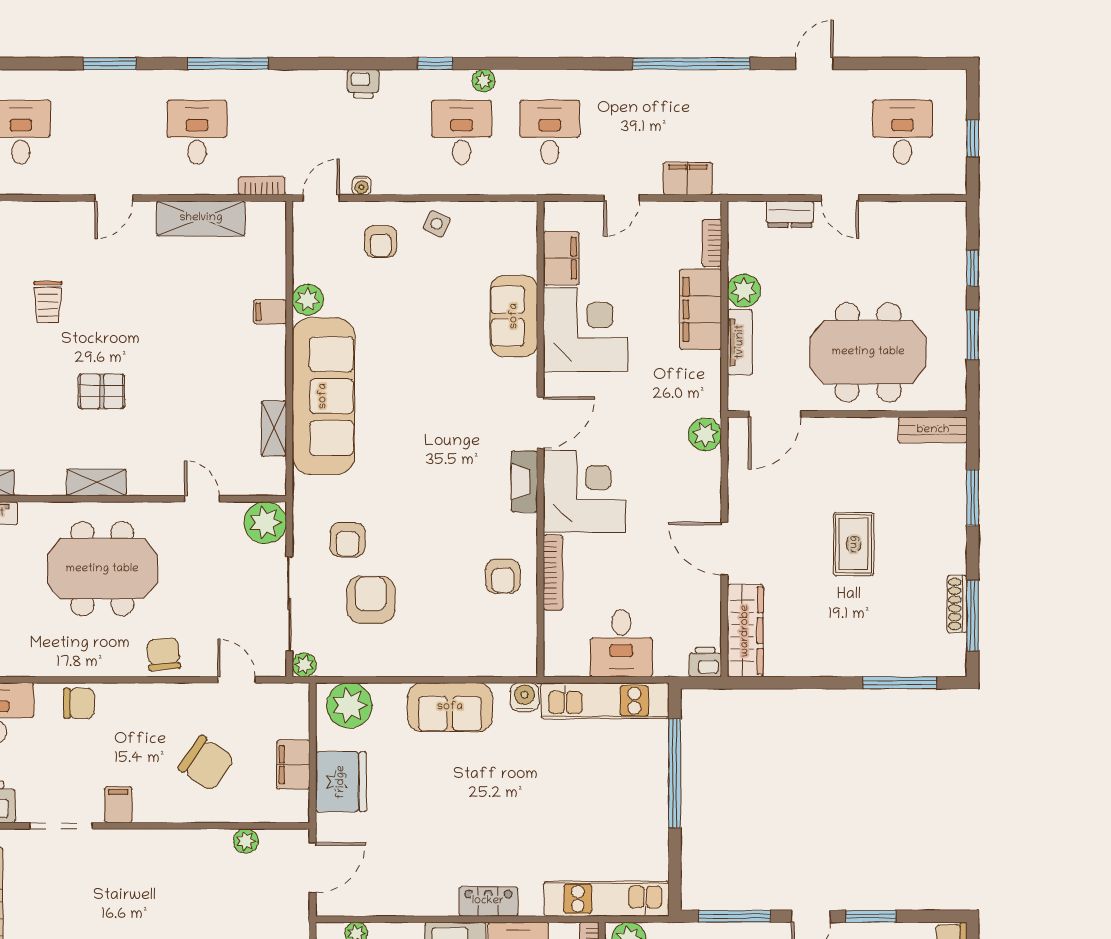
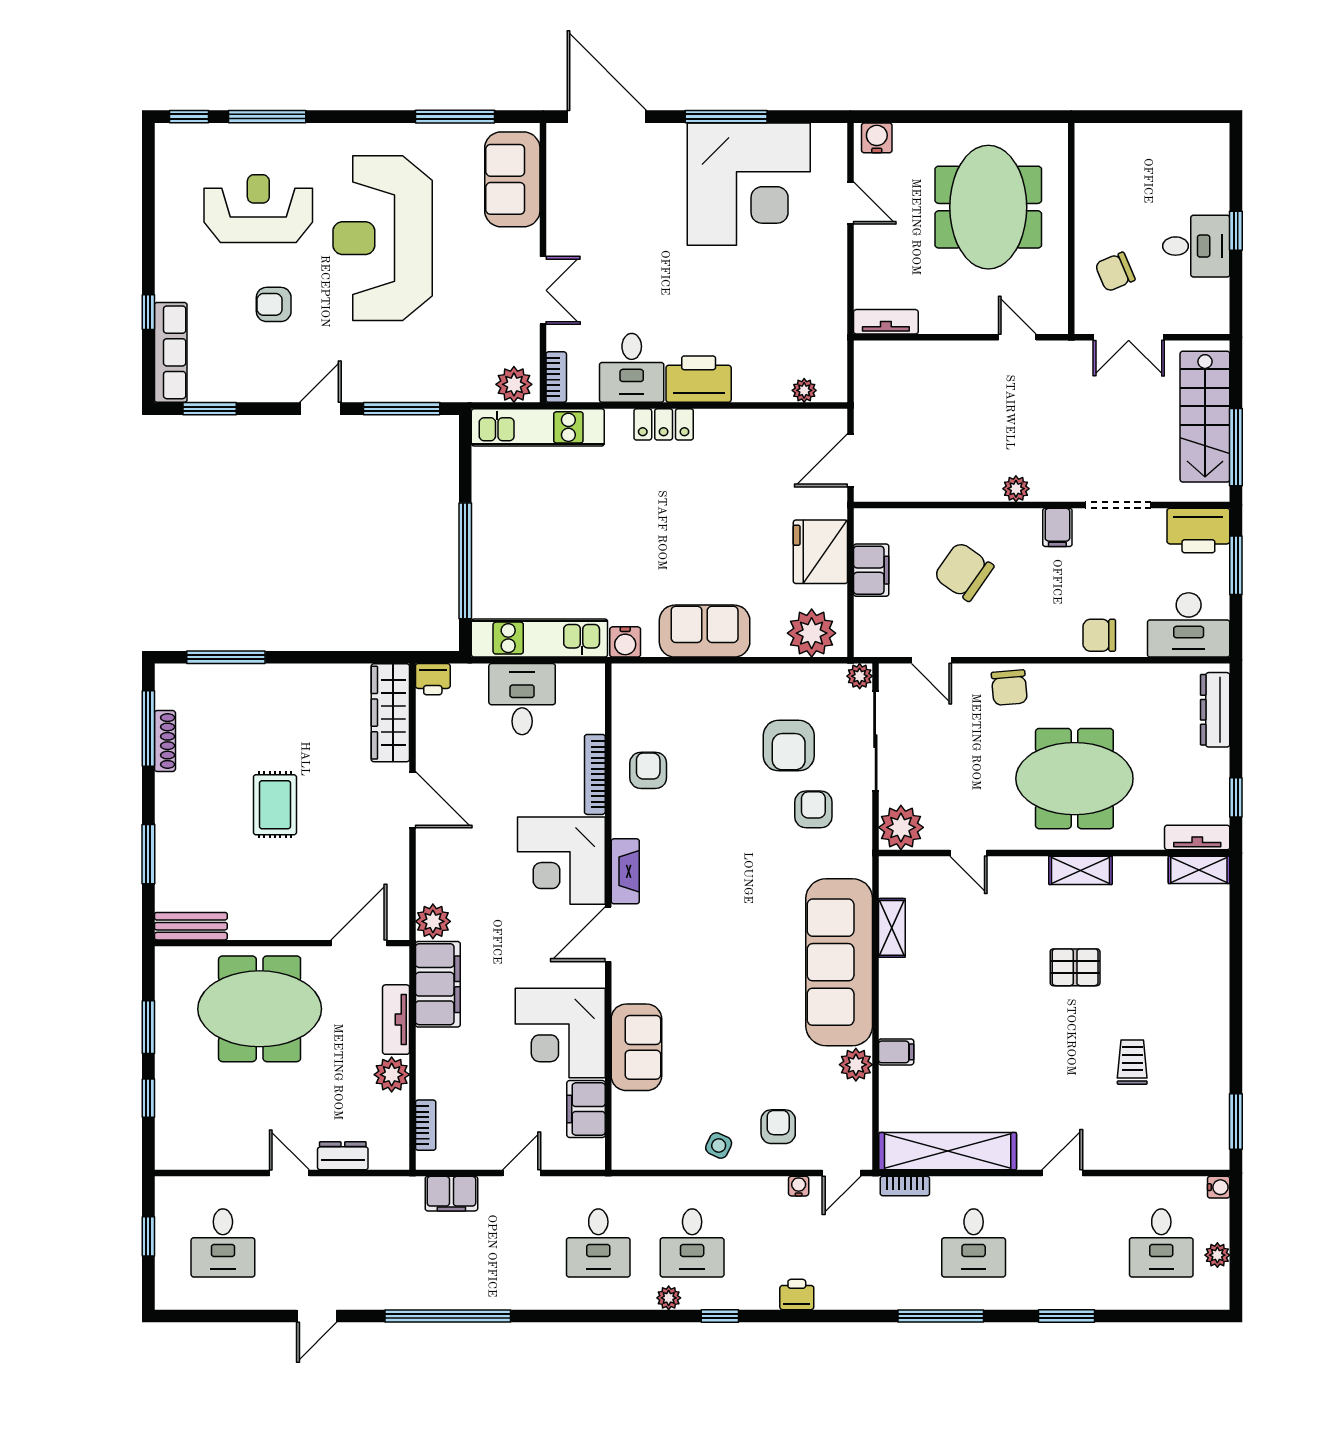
shelving: (201, 218) -> (948, 1151), width x1.47
filing cabinet: (701, 309) -> (438, 984), moved
plant: (246, 841) -> (1016, 489), moved
window: (871, 916) -> (210, 409), moved

